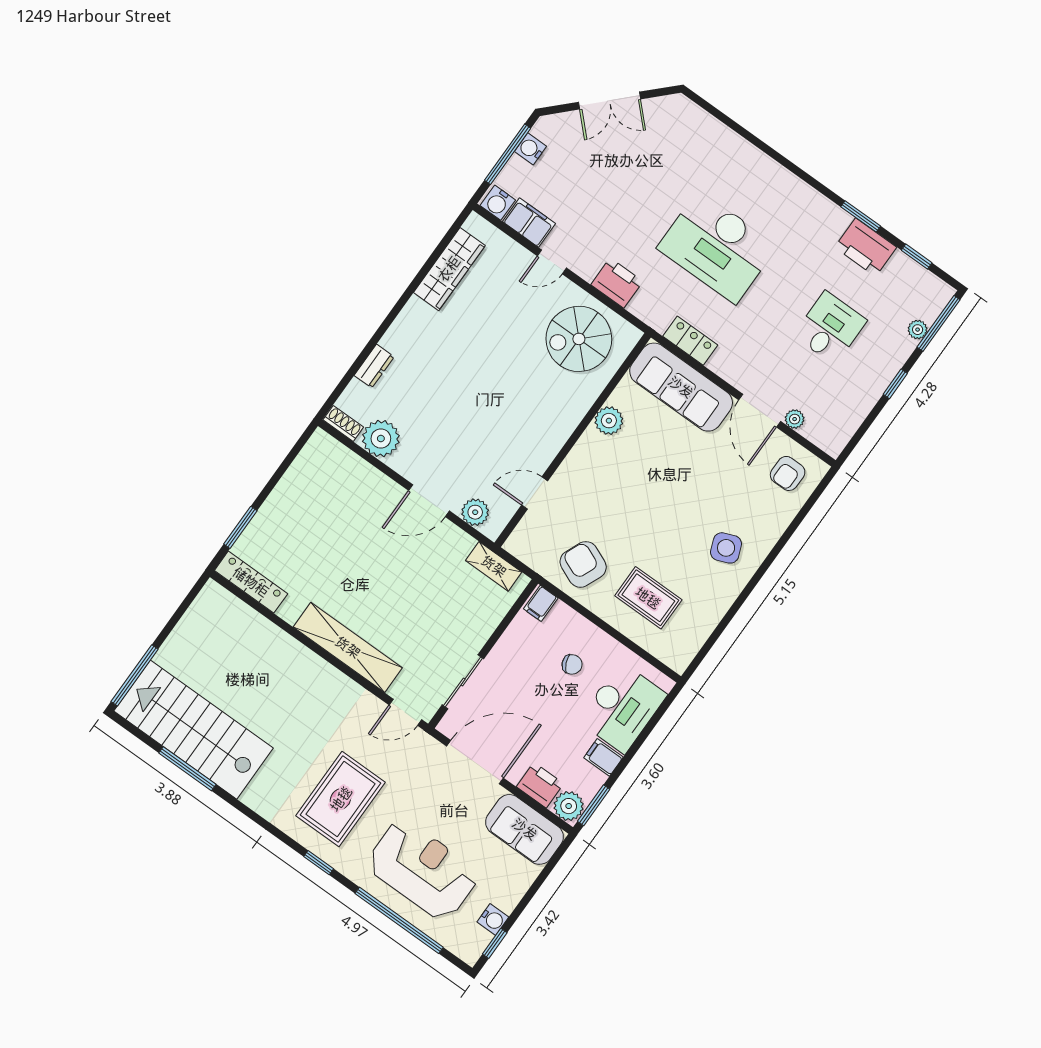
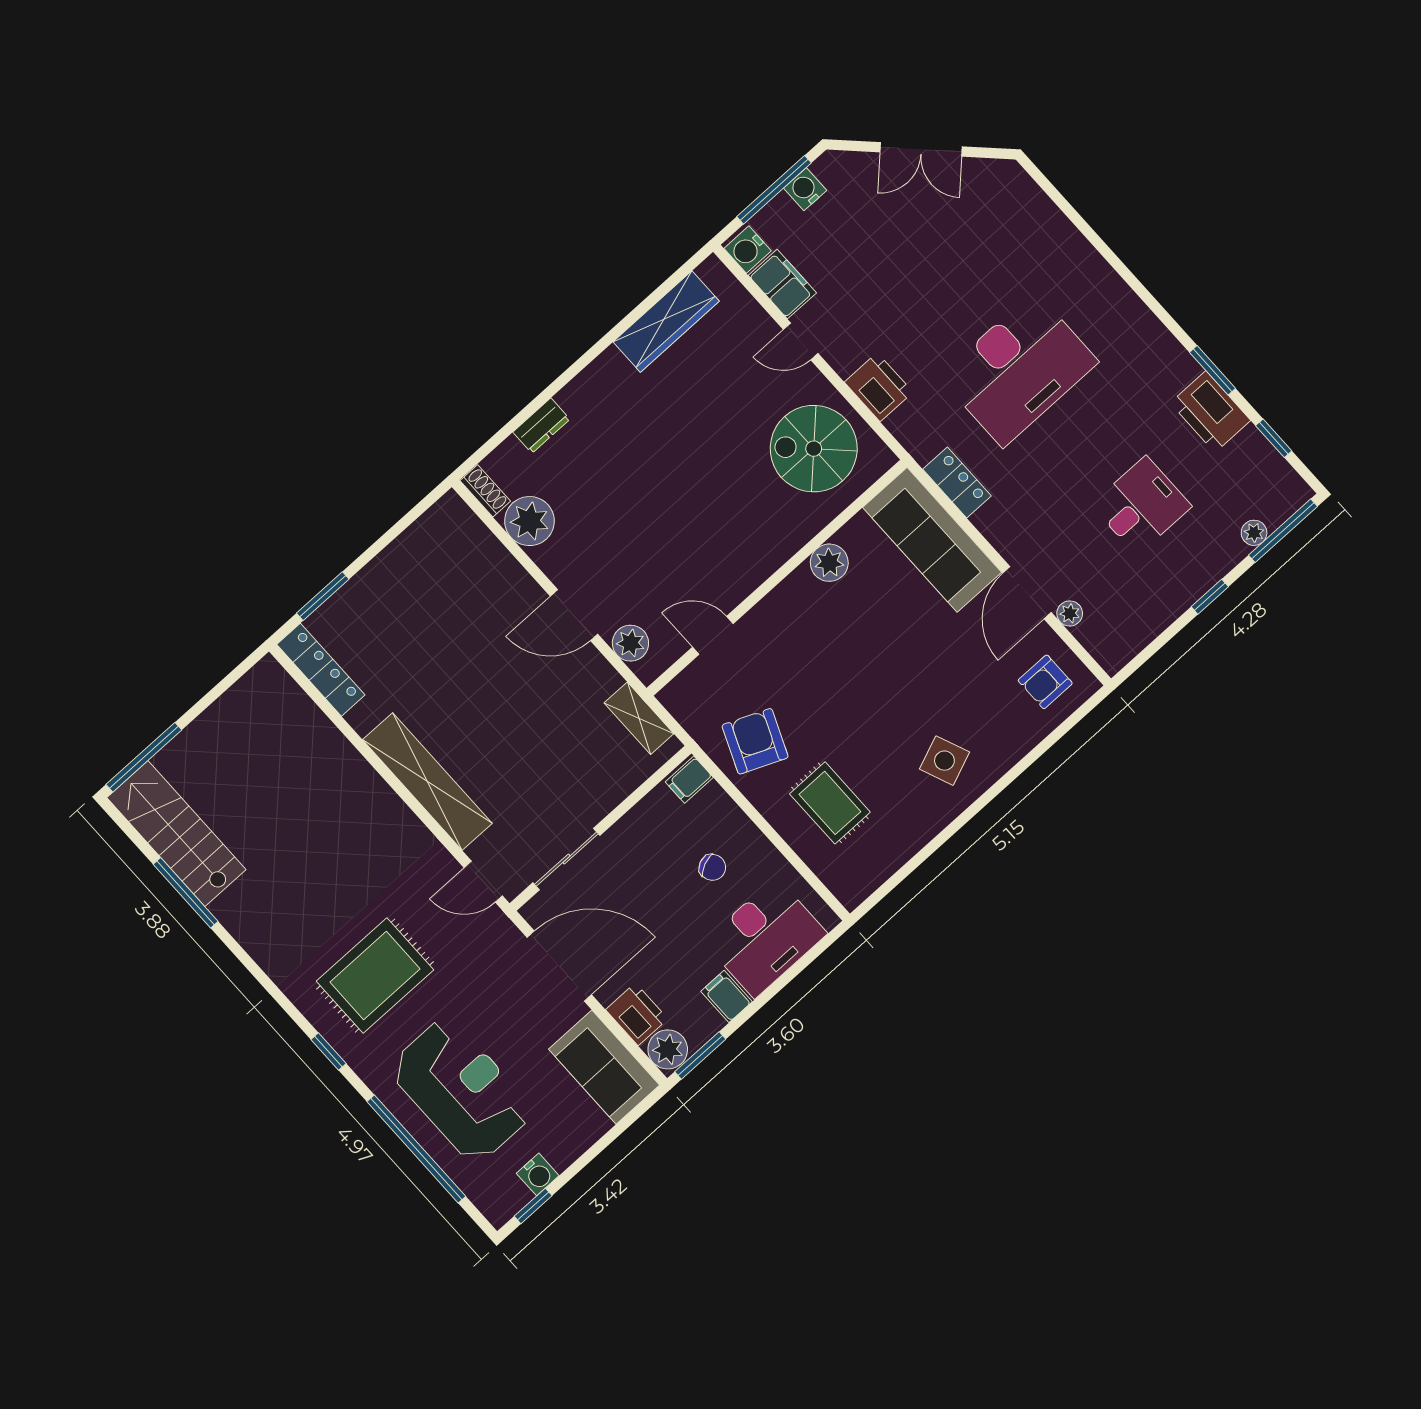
desk: (717, 247) -> (1019, 369), turned -90
stairs: (194, 730) -> (176, 834), width x0.73, depth x0.66

